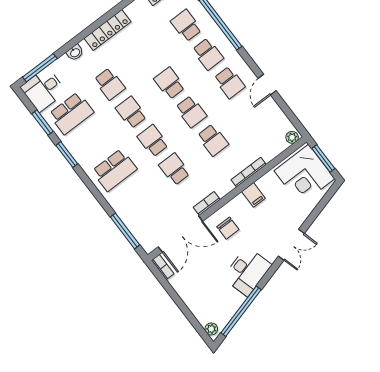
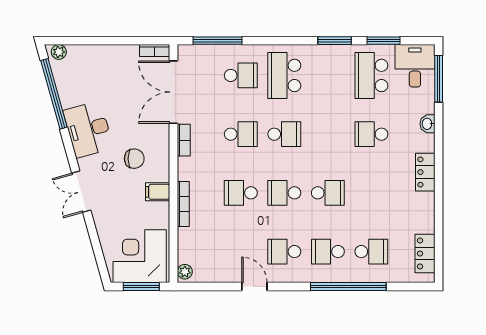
locker: (108, 30) -> (425, 172), width x0.66
school desk: (131, 112) -> (241, 75), moved
chair: (228, 228) -> (134, 159), moved, turned 180

